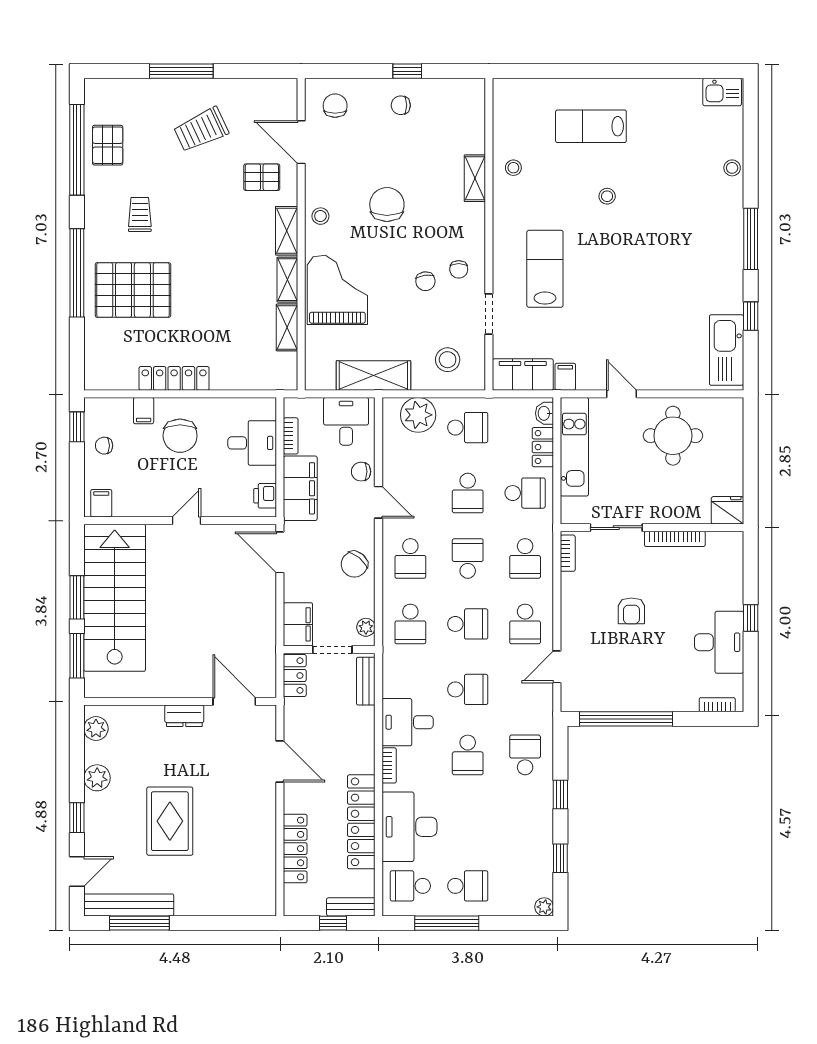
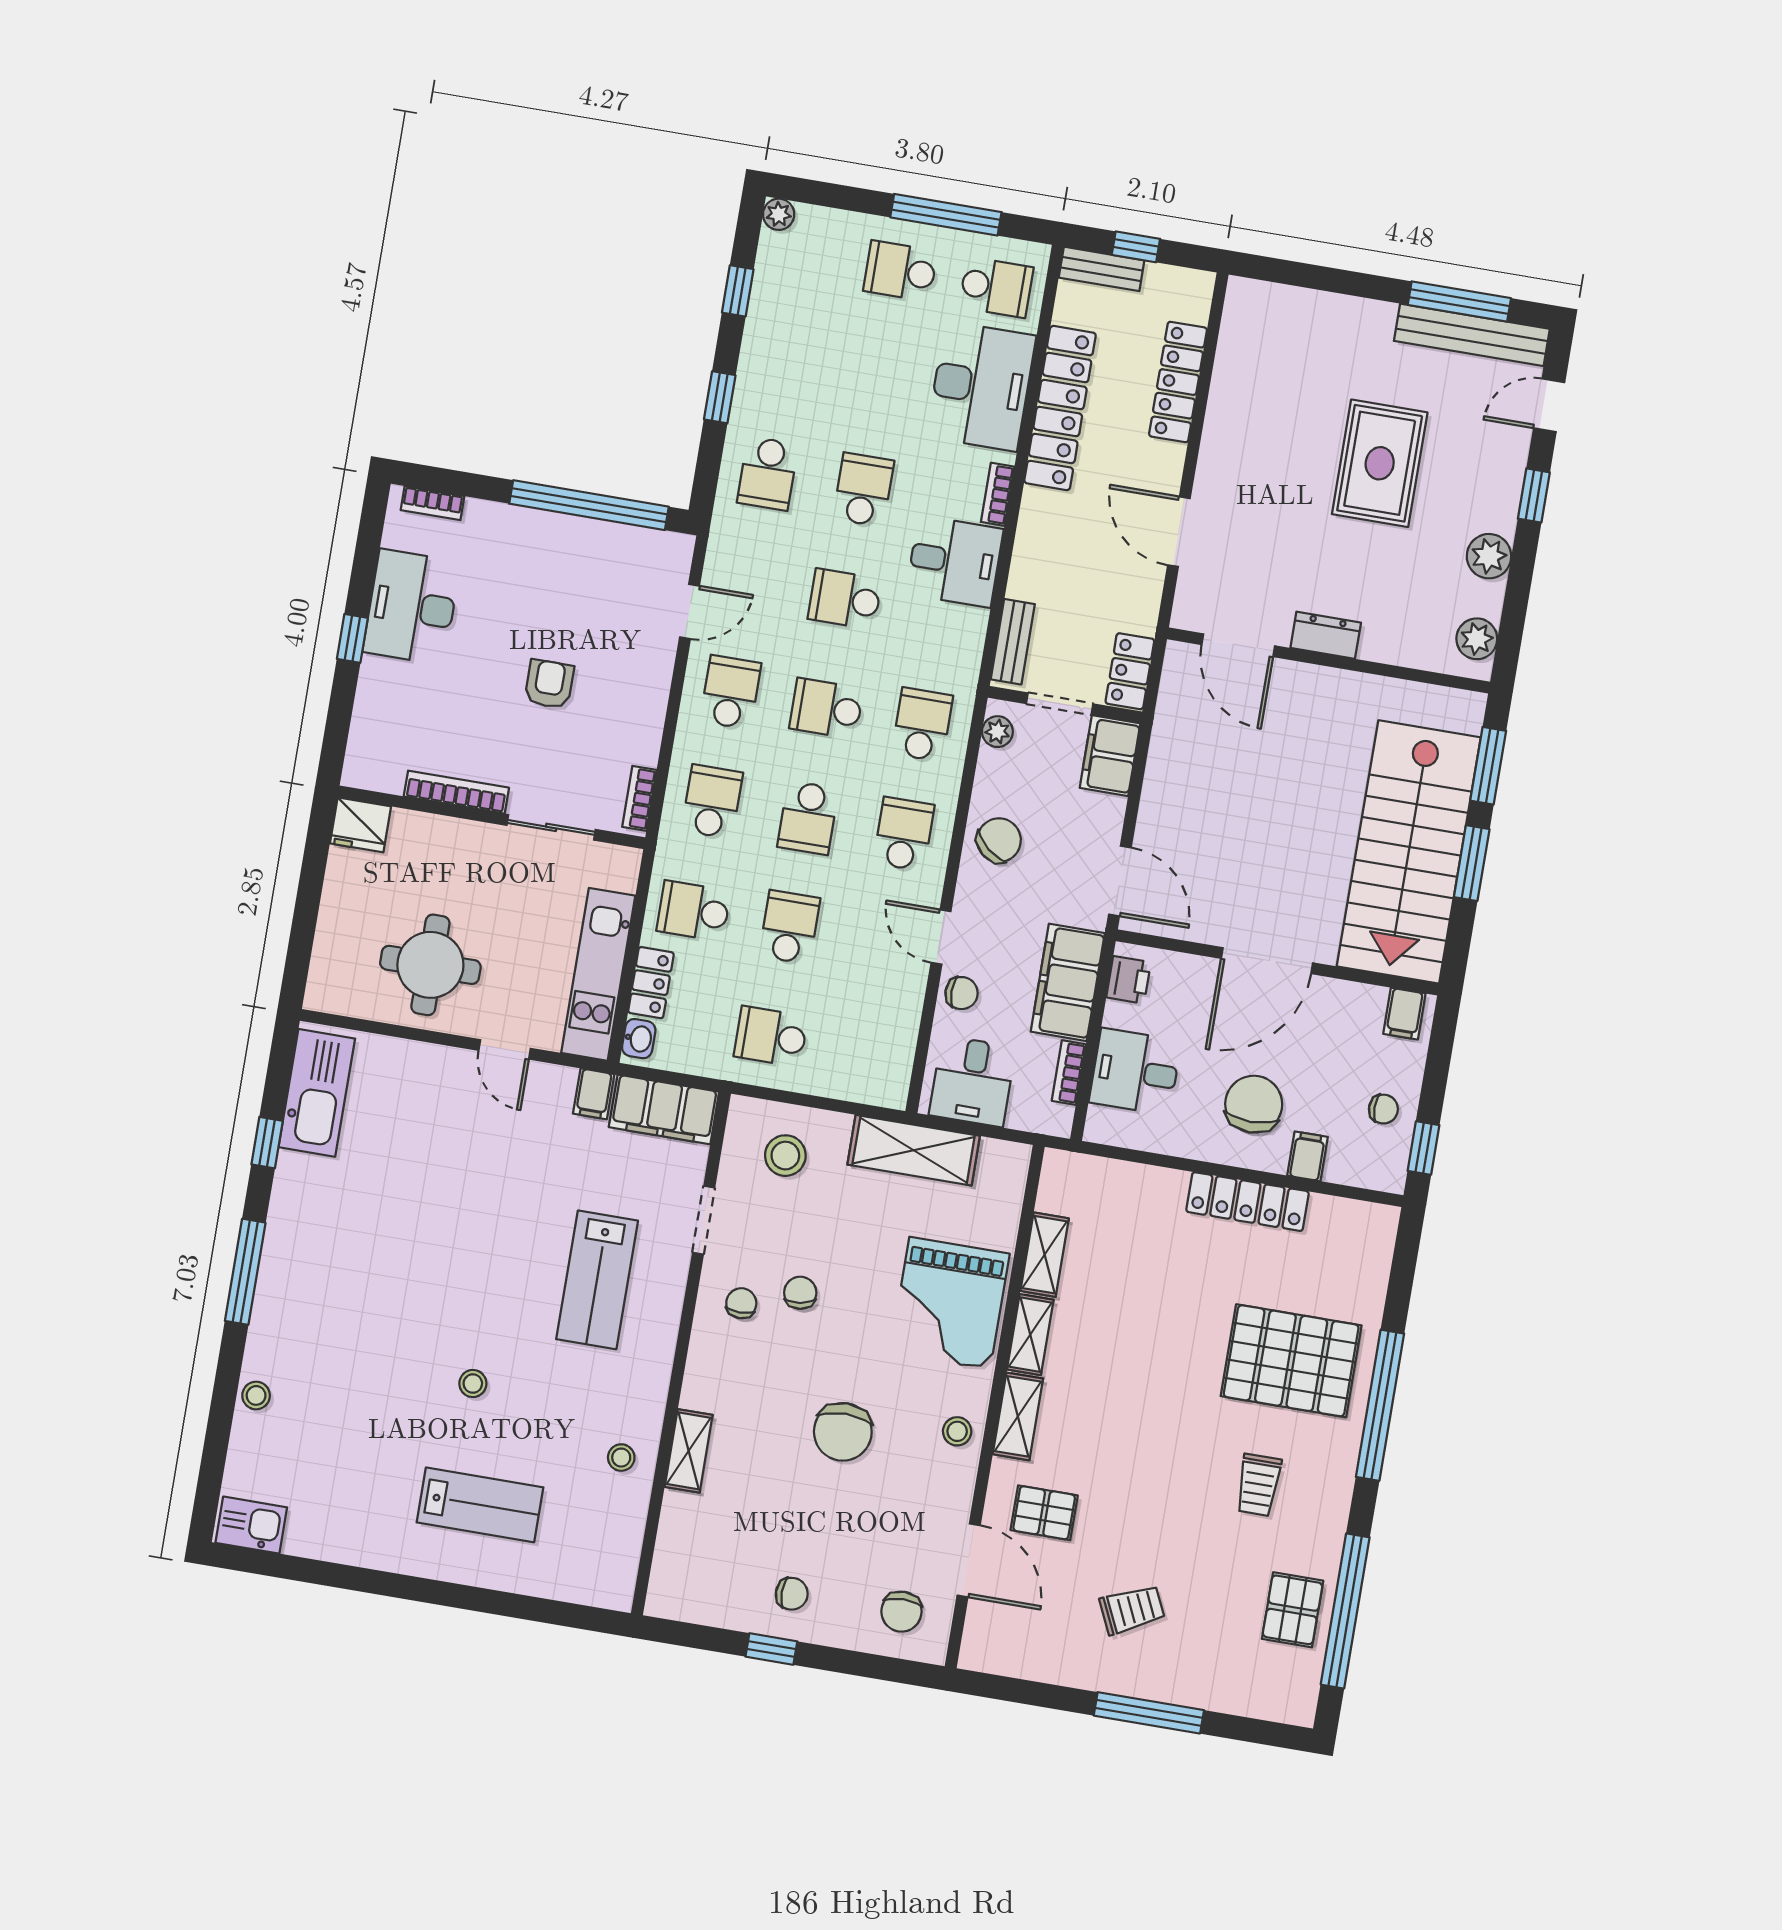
trolley: (201, 130) -> (1132, 1610), width x0.73, depth x0.72
plant: (418, 415) -> (850, 1072), removed
door: (186, 521) -> (1267, 961), width x1.88

